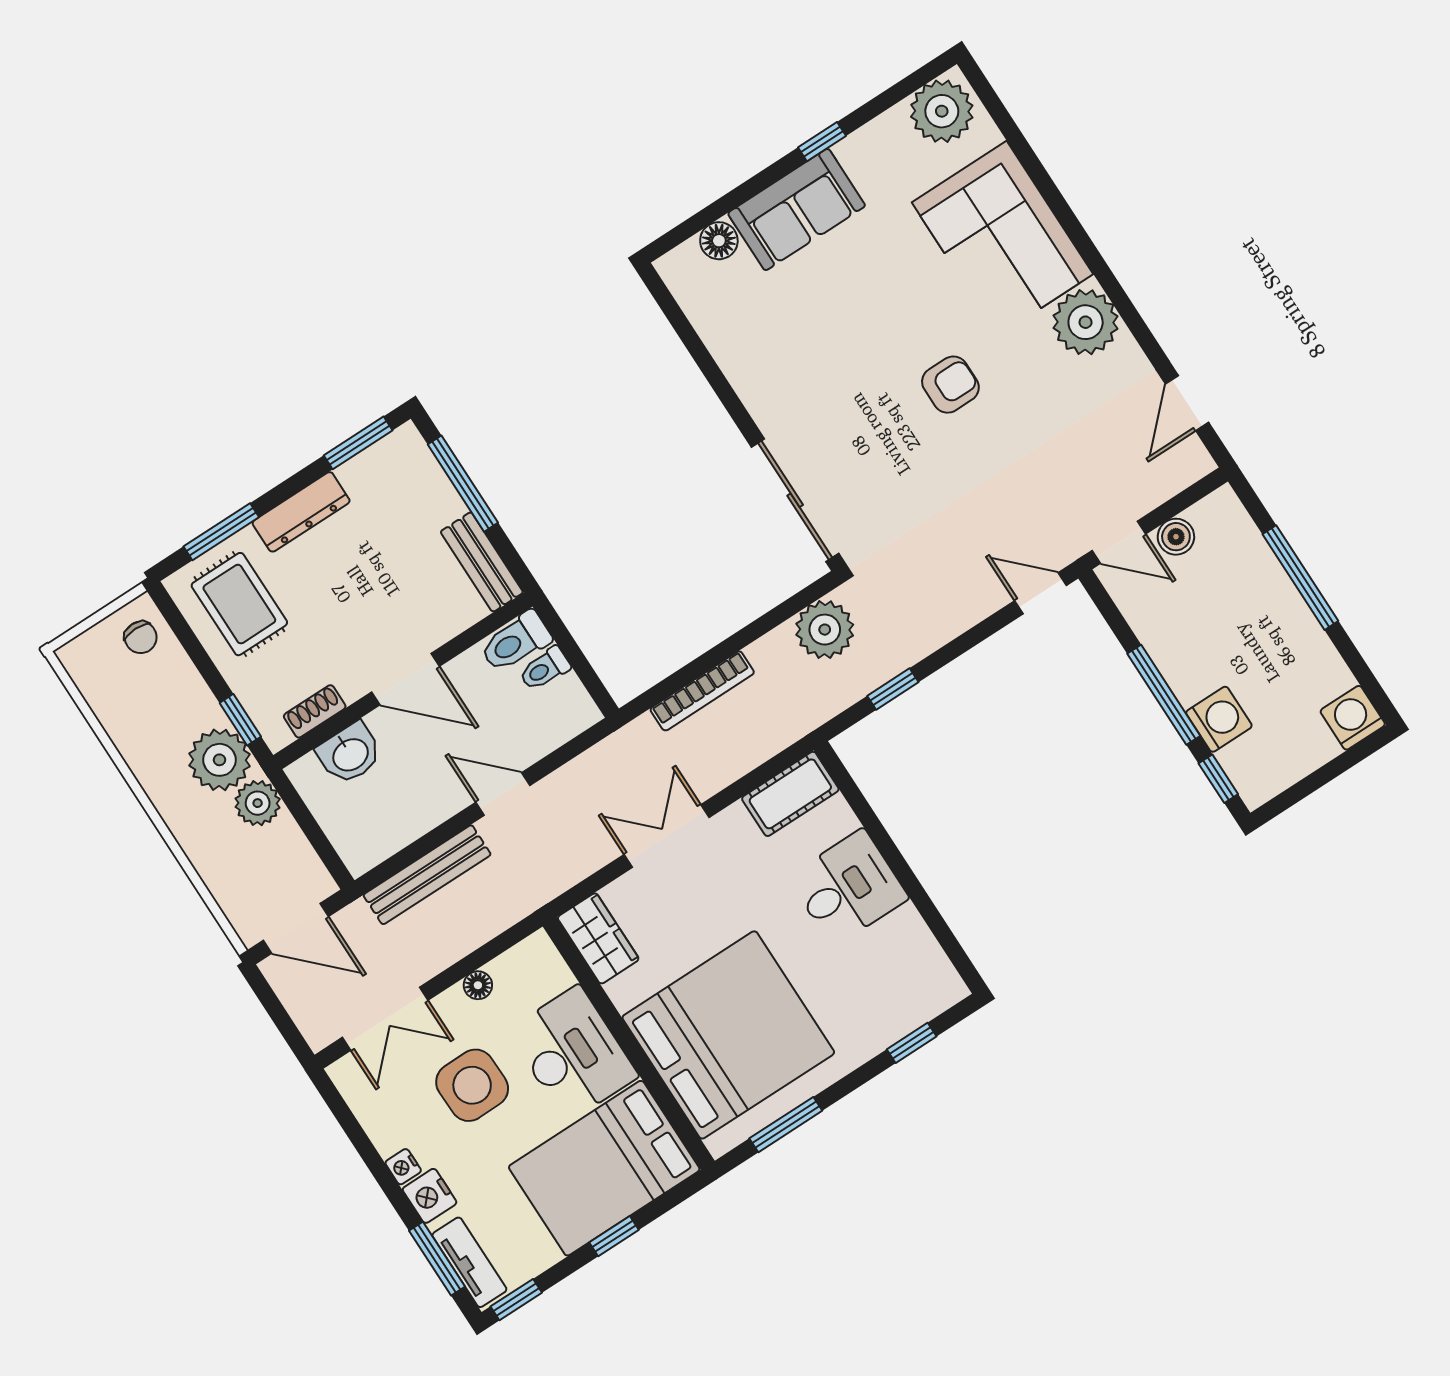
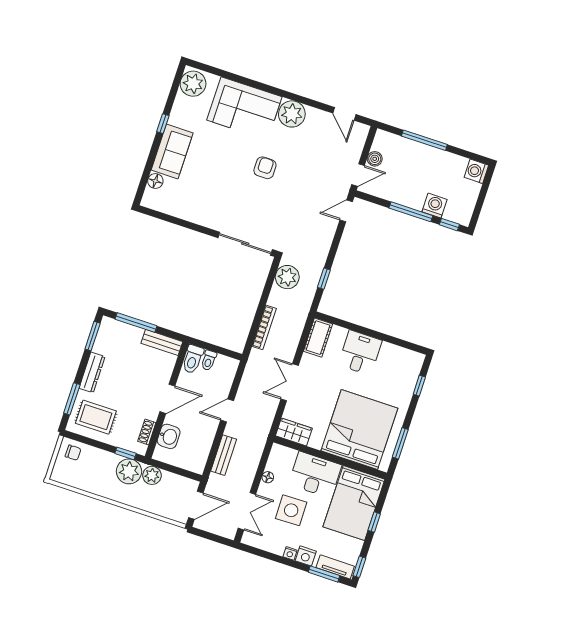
bench: (427, 875) -> (224, 455), width x0.73

